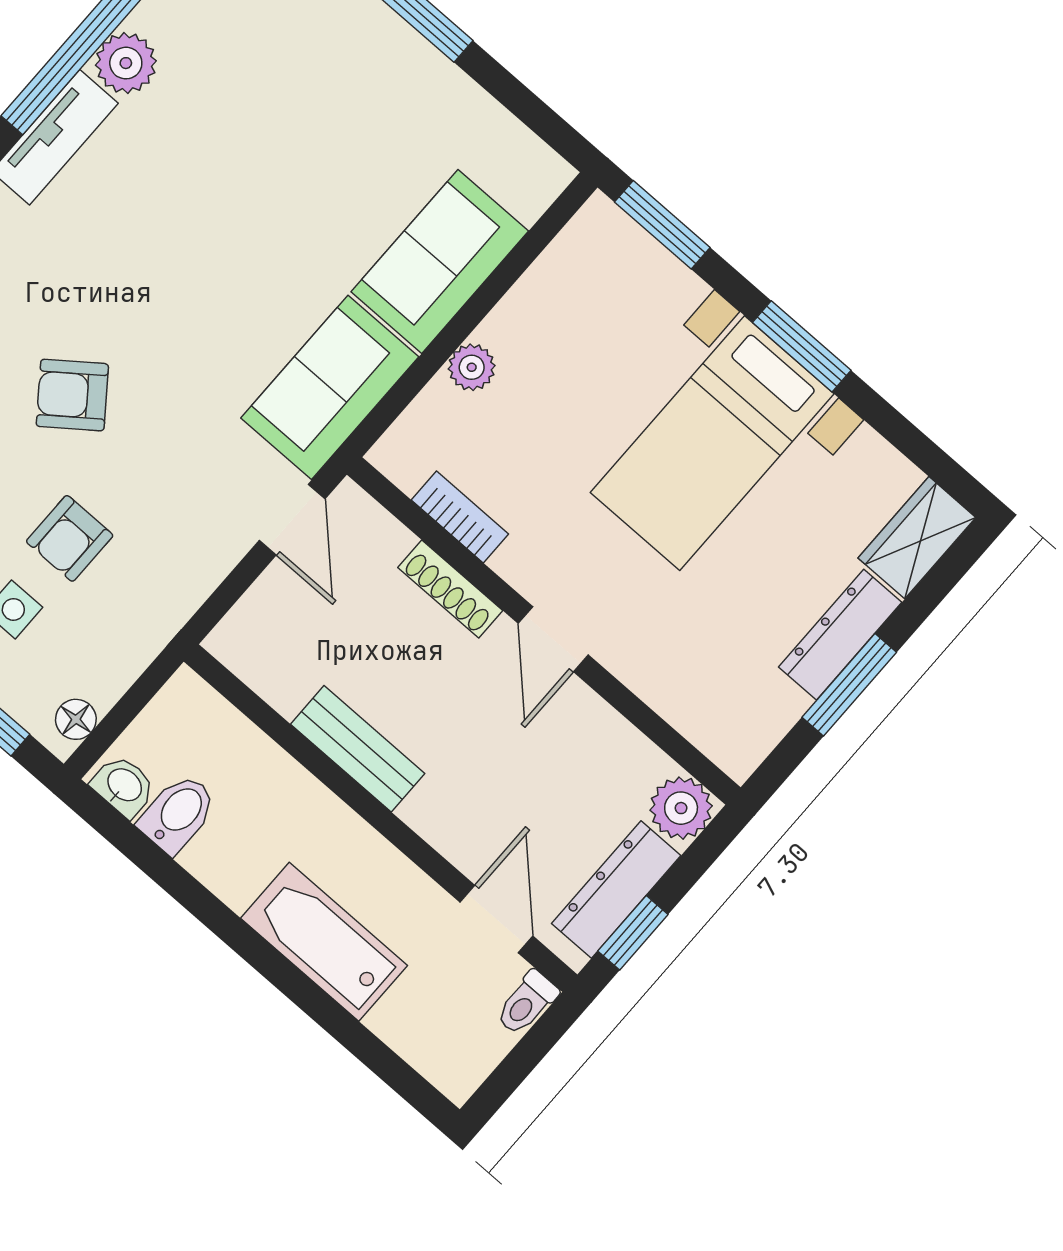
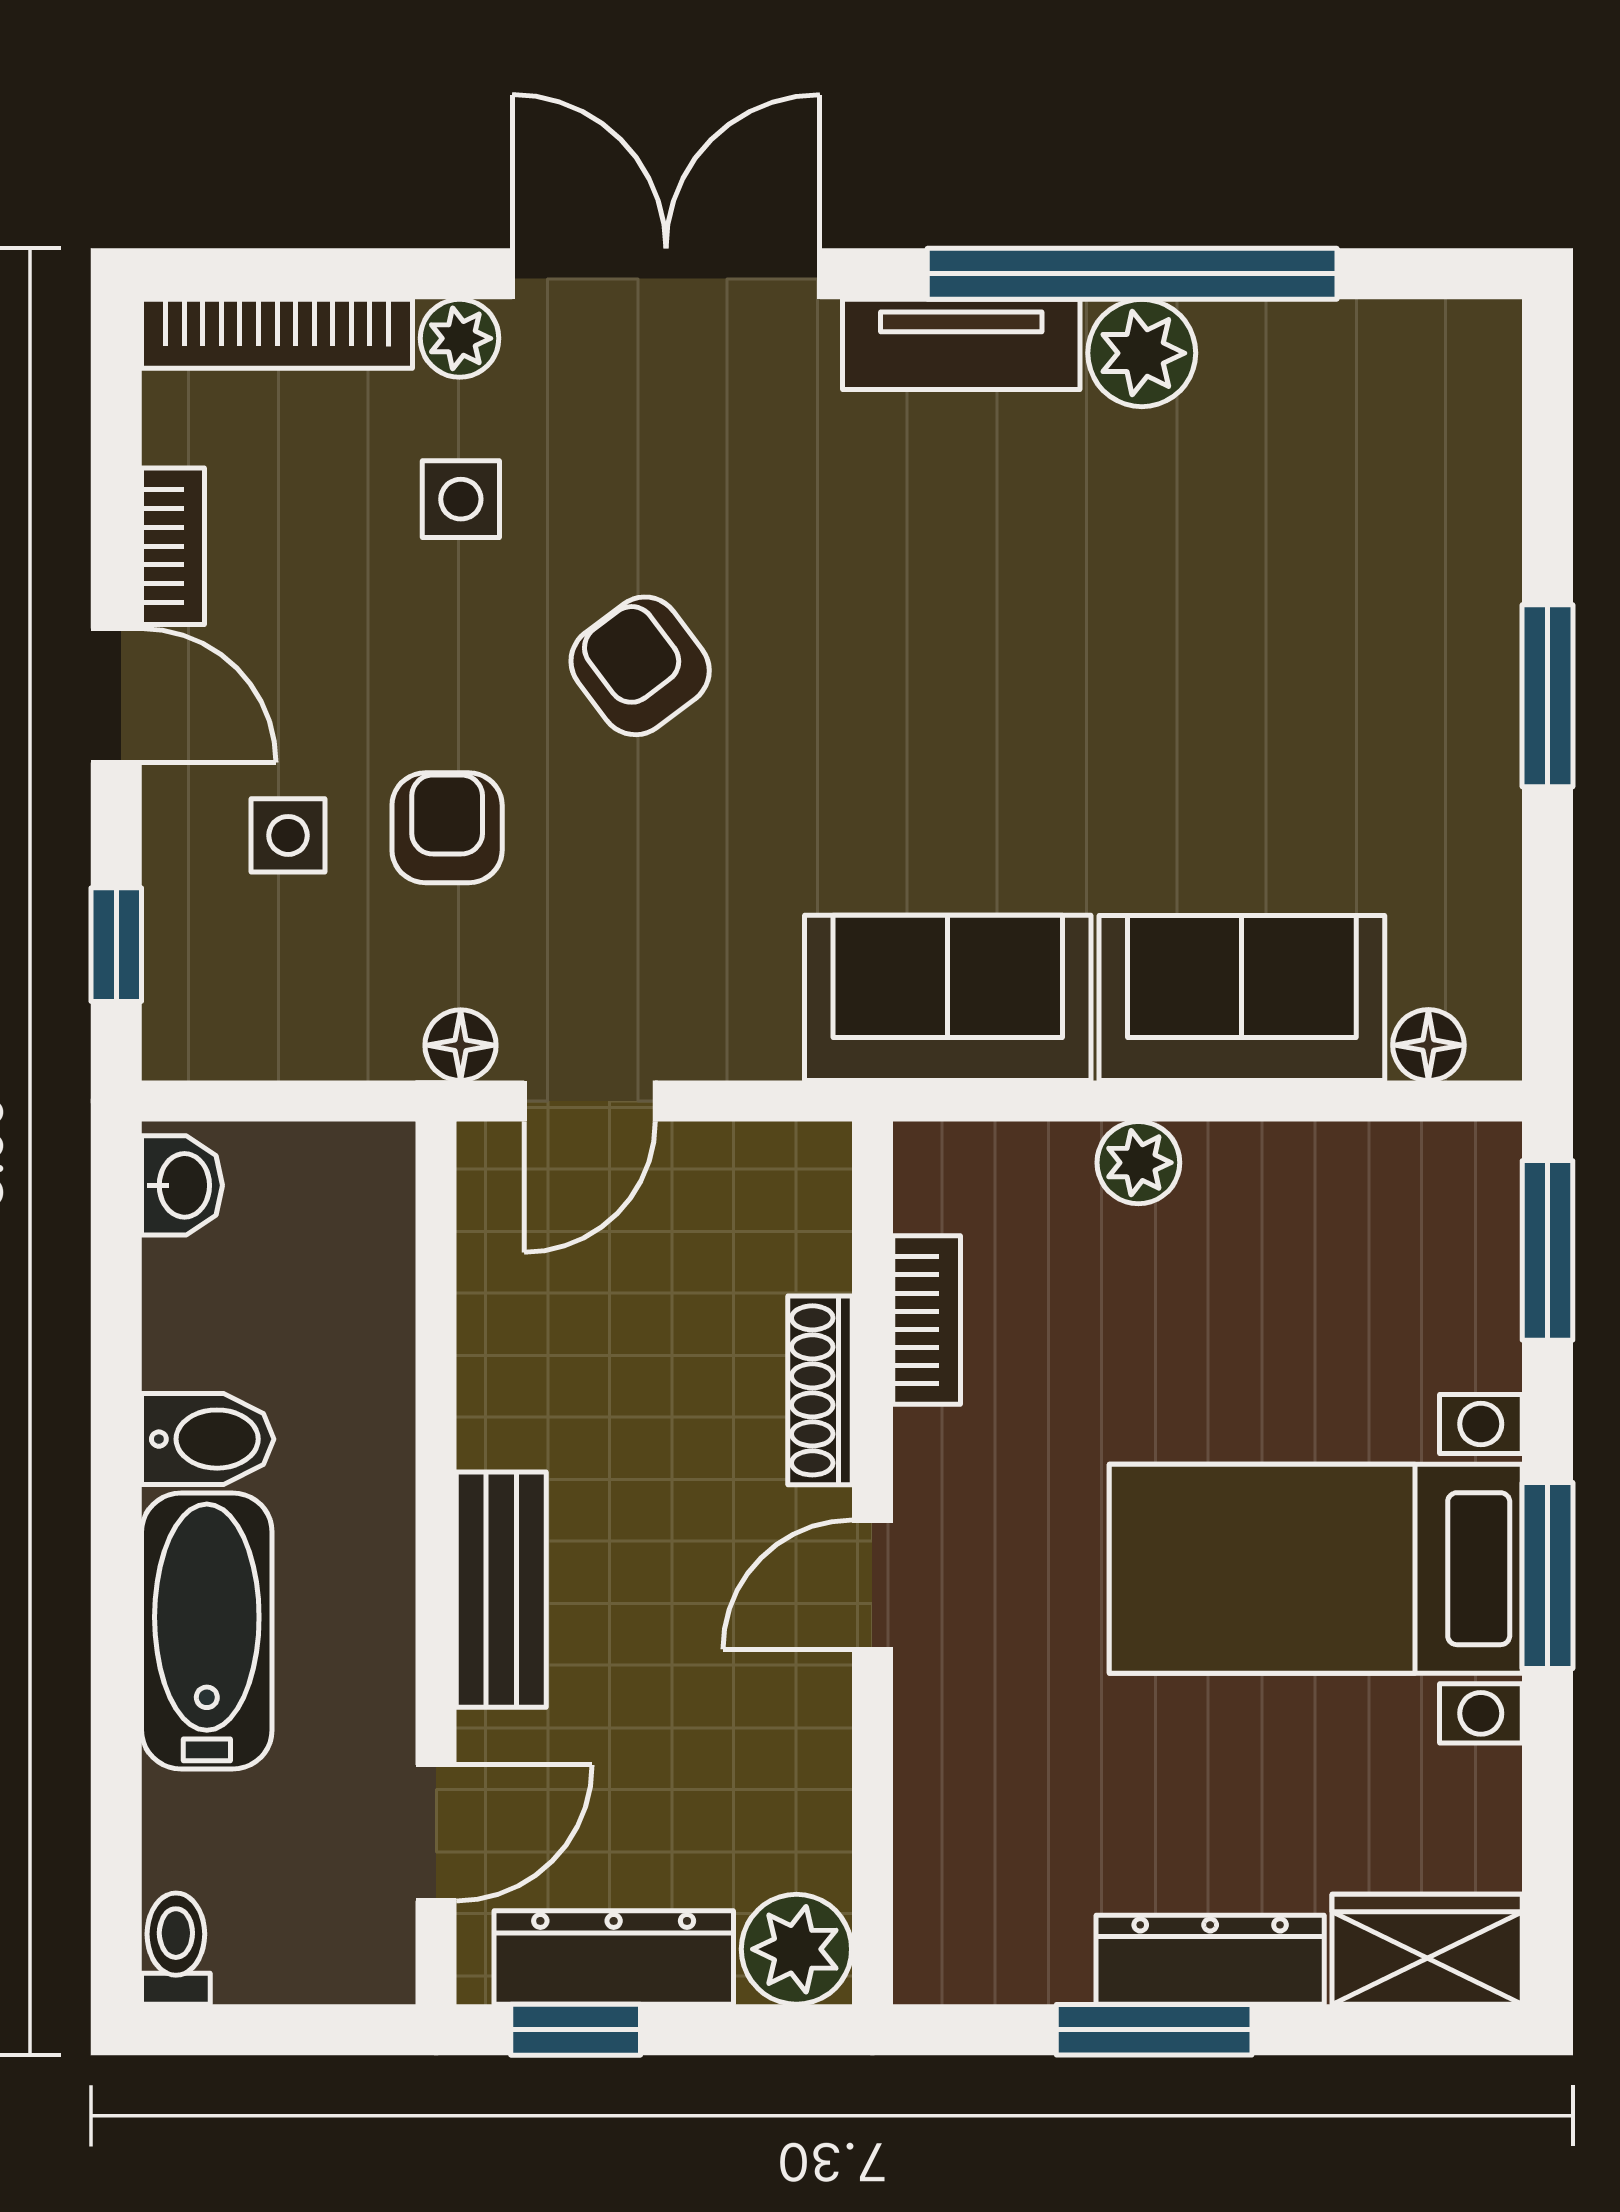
floor lamp: (530, 199) -> (1428, 1045), added
door: (292, 520) -> (590, 1101), moved
armchair: (70, 538) -> (447, 828), turned 90
floor lamp: (76, 719) -> (461, 1045), moved
bench: (358, 749) -> (501, 1590), moved
bidet: (178, 814) -> (208, 1439), moved
toilet: (527, 1003) -> (176, 1949), moved, turned 90

